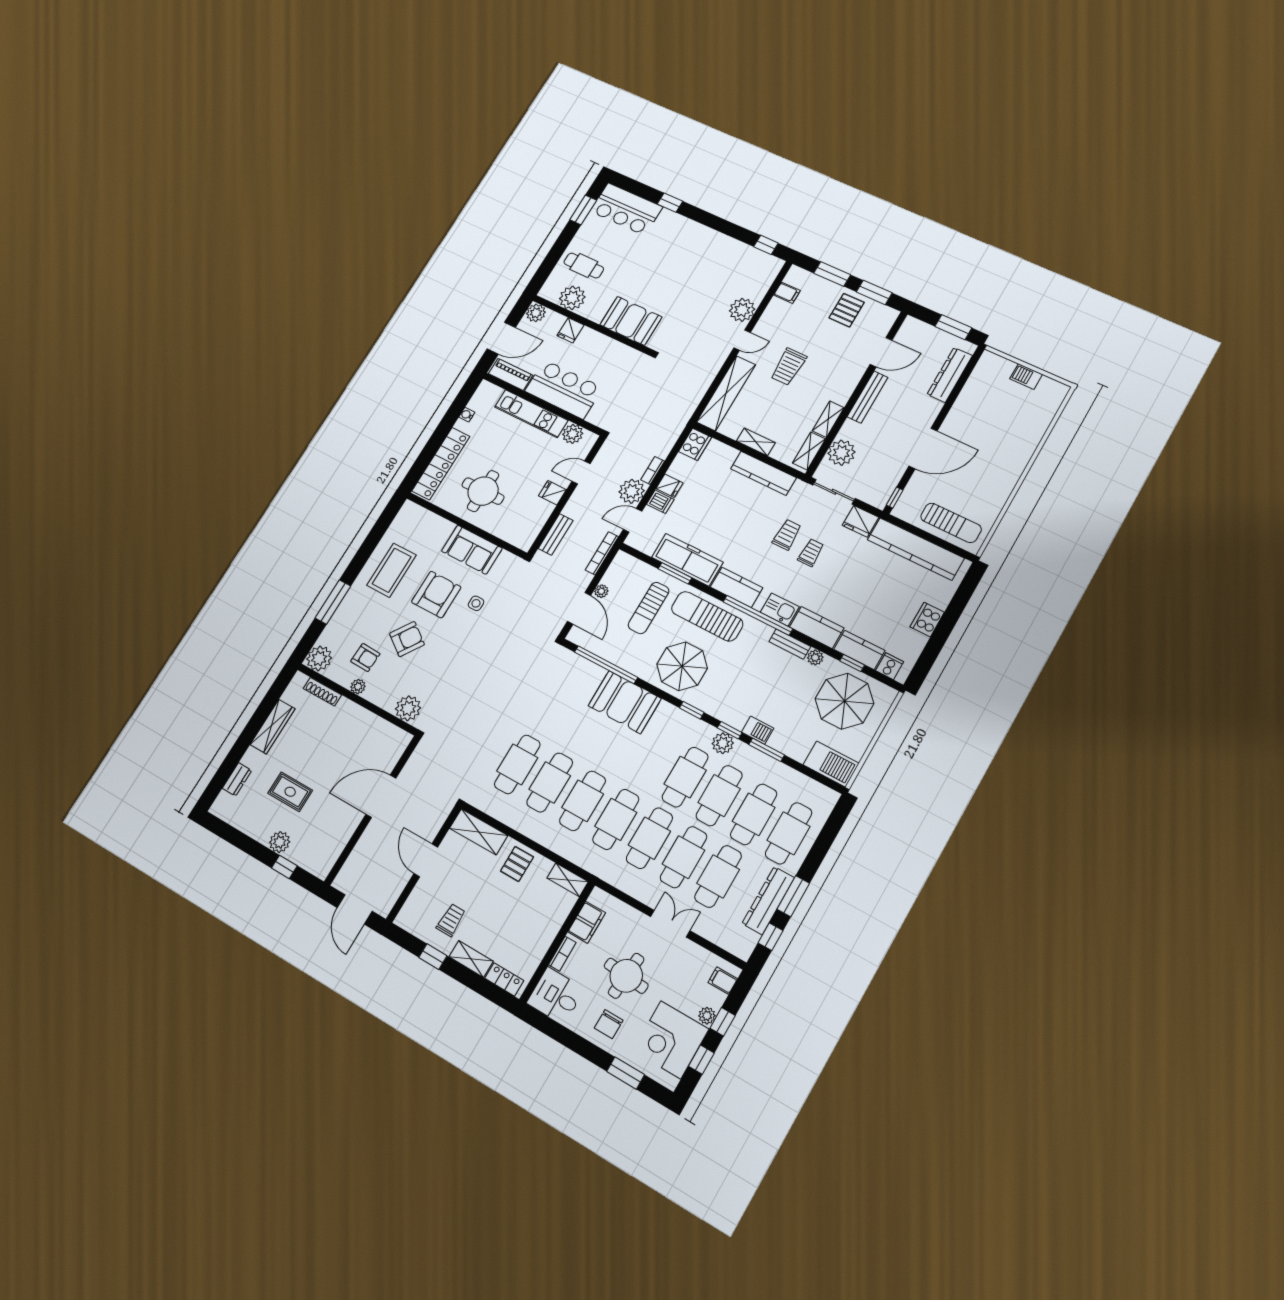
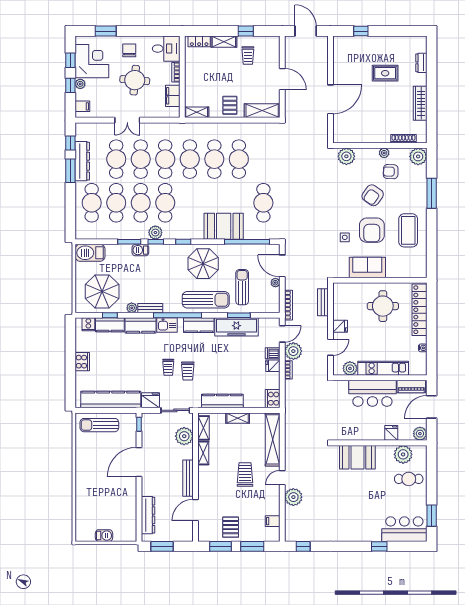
cafe table: (517, 764) -> (263, 203), moved
plant: (280, 842) -> (373, 43), removed

